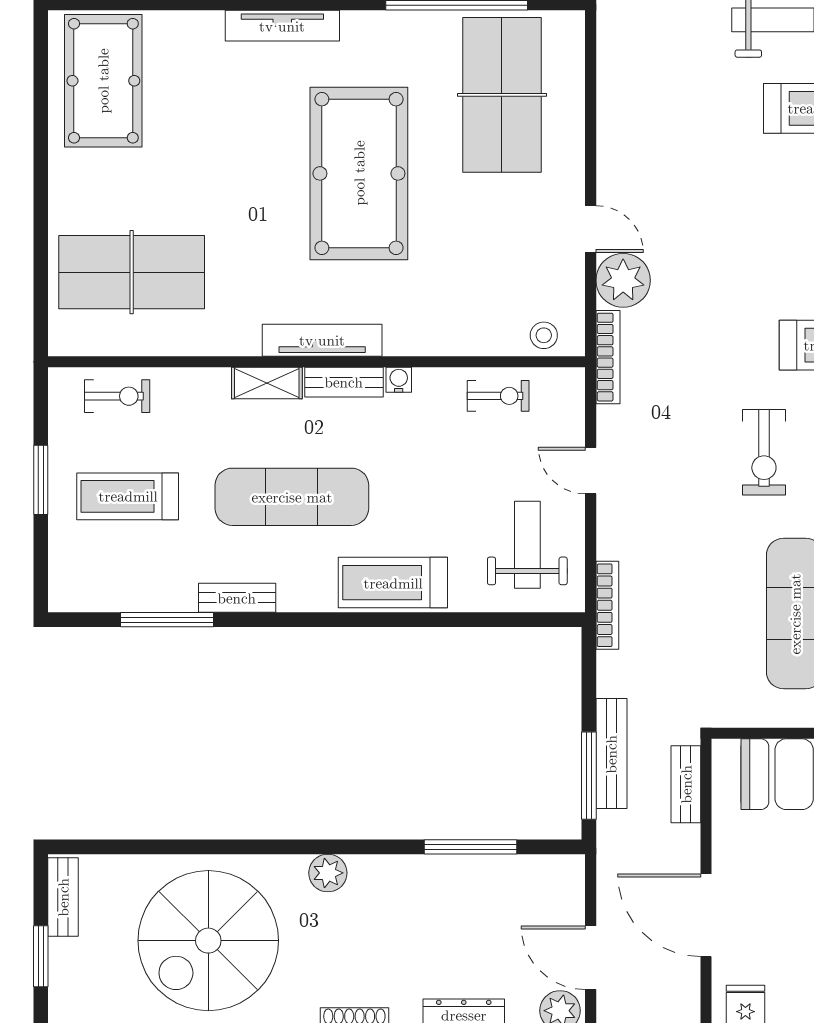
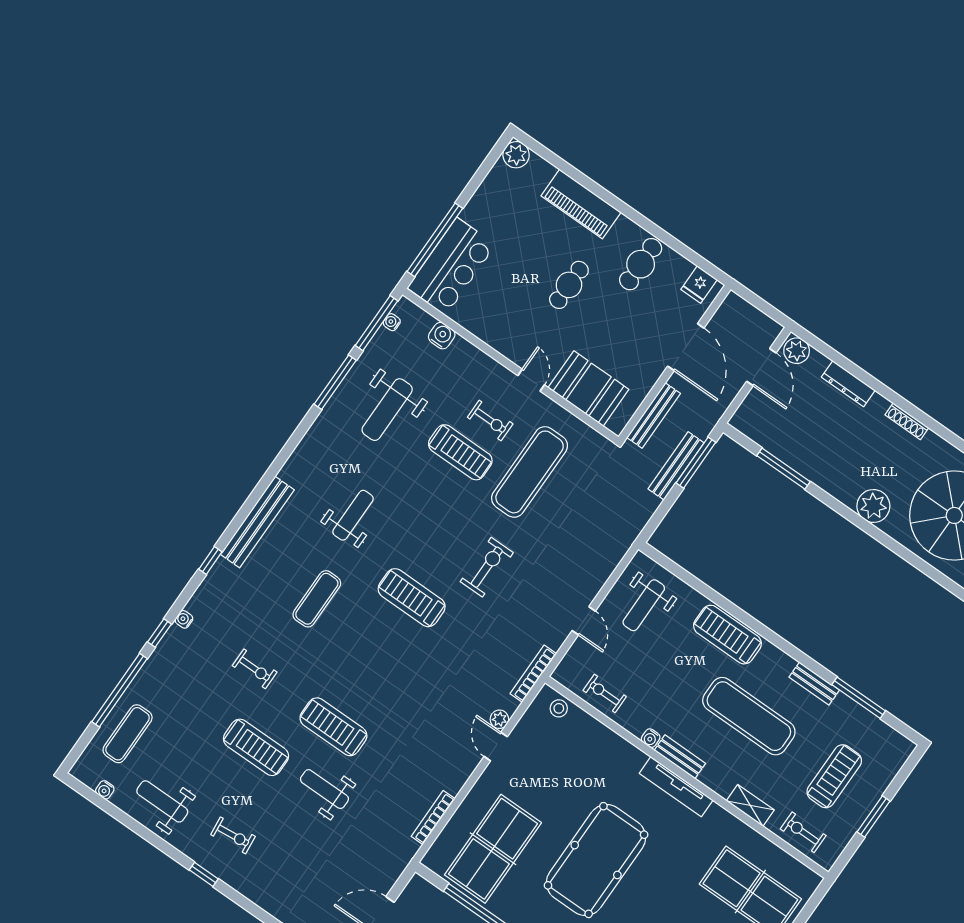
plant: (623, 280) -> (499, 719), width x0.53, depth x0.53
shelving: (267, 383) -> (750, 805), moved
treadmill: (128, 496) -> (834, 776), turned -90
treadmill: (393, 583) -> (727, 635), turned 180
bookcase: (607, 605) -> (433, 817), moved
bench: (686, 784) -> (654, 415), width x1.36
plant: (328, 873) -> (873, 506), width x1.36, depth x1.36

